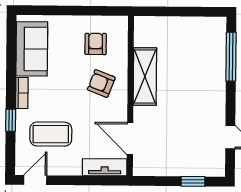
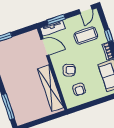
shelving: (145, 77) -> (51, 88), width x1.47
window: (93, 180) -> (56, 19), added

